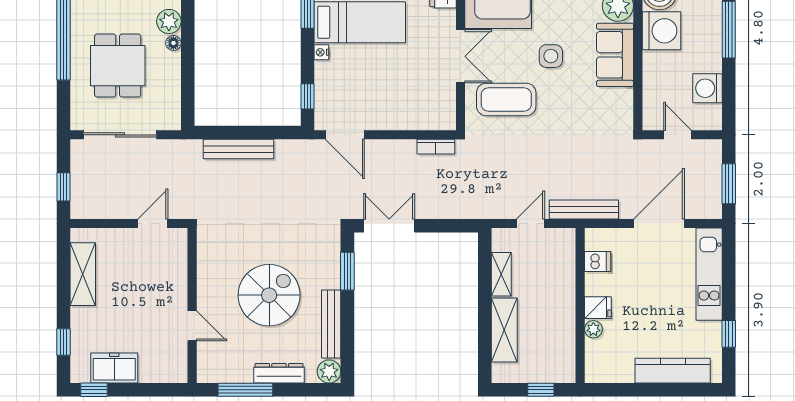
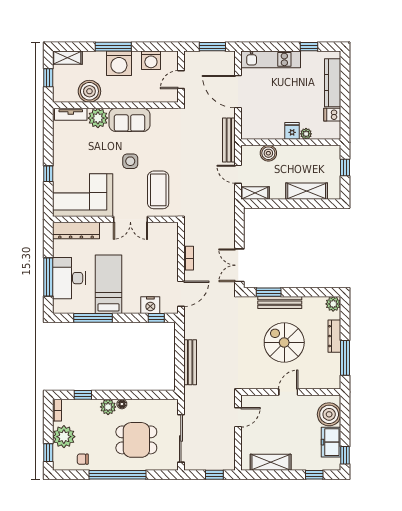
washing machine: (661, 31) -> (119, 63), moved, turned 180
nightstand: (321, 52) -> (150, 305), moved, width x1.89, depth x1.79
double door: (460, 56) -> (130, 219), swing flipped
bookcase: (436, 147) -> (189, 258), moved
door: (153, 224) -> (238, 417), swing flipped
dishwasher: (598, 262) -> (332, 115), moved, turned -90
boiler: (563, 271) -> (268, 153), added
shelving: (501, 274) -> (255, 193), moved
bench: (331, 324) -> (280, 303), moved
door: (192, 326) -> (288, 392), moved
boiler: (157, 365) -> (329, 414), added

